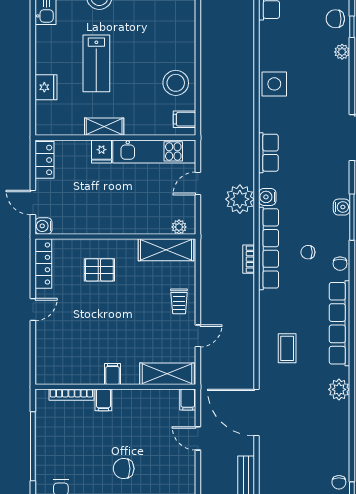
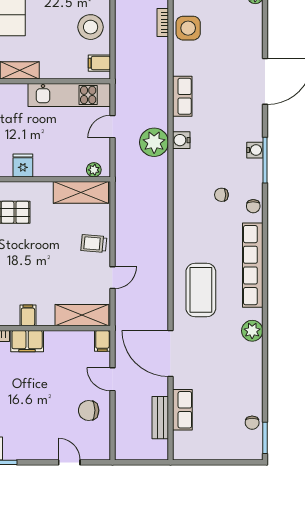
fridge: (101, 151) -> (23, 165), moved, turned 180
row of seats: (269, 248) -> (182, 410), moved, width x0.50
bookcase: (249, 259) -> (163, 22), moved
trolley: (179, 301) -> (94, 244), turned 95
coffee table: (287, 348) -> (201, 290), width x1.86, depth x1.72
filing cabinet: (103, 400) -> (27, 341), width x2.00
chair: (124, 469) -> (89, 410), moved

